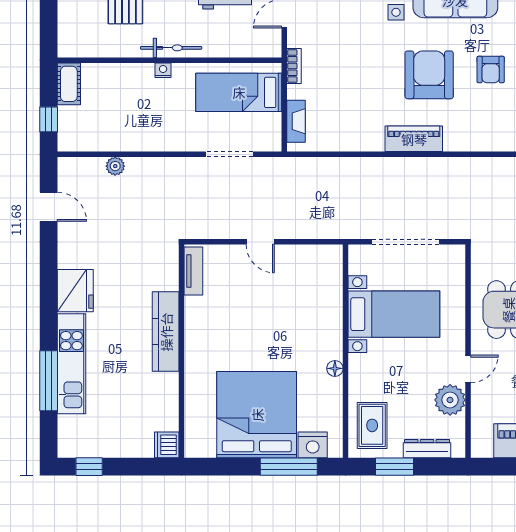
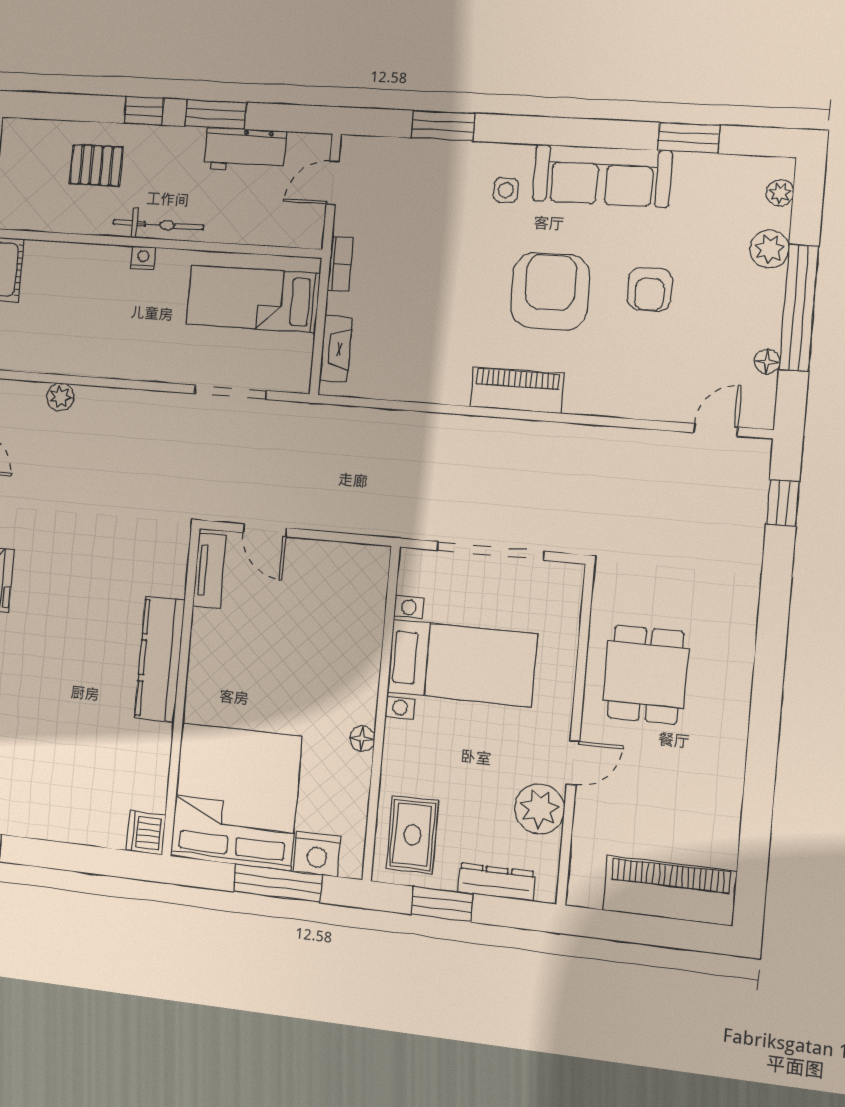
tv unit: (193, 271) -> (210, 571), moved
kitchen counter: (166, 332) -> (160, 659), moved
wall: (182, 351) -> (181, 692), moved
dishwasher: (167, 445) -> (146, 833), moved

